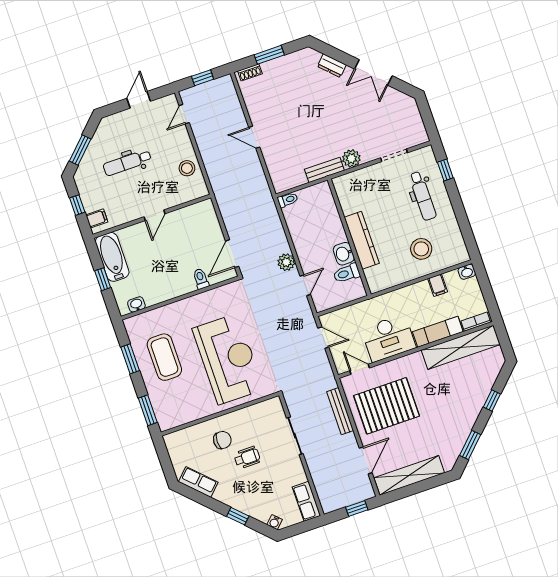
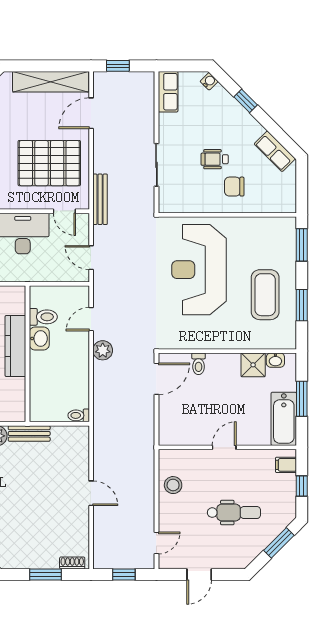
window: (103, 279) -> (302, 399), width x1.50
shower: (154, 294) -> (253, 365), added
bench: (340, 411) -> (100, 199), moved

